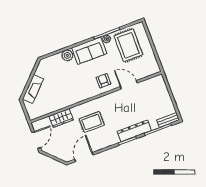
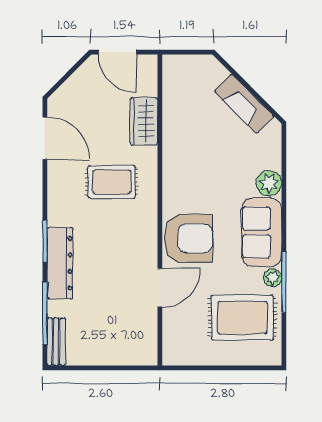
armchair: (103, 81) -> (188, 238), width x1.88, depth x1.88
fireplace: (33, 89) -> (244, 104), moved
rug: (92, 122) -> (112, 182), turned 90

